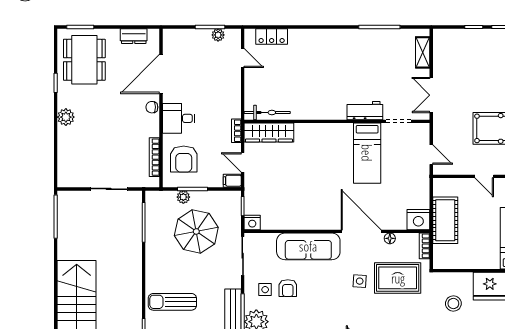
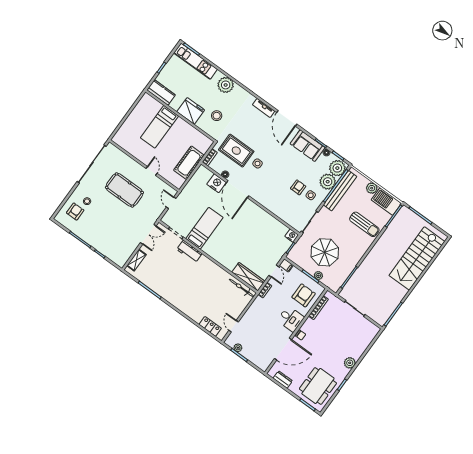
nightstand: (418, 220) -> (216, 183), moved
sofa: (308, 246) -> (271, 201), removed

